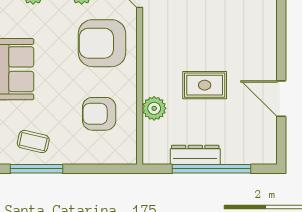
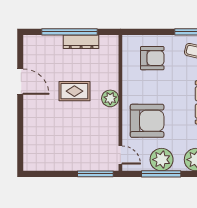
plant: (154, 108) -> (110, 98), moved
armchair: (99, 114) -> (152, 58), moved

